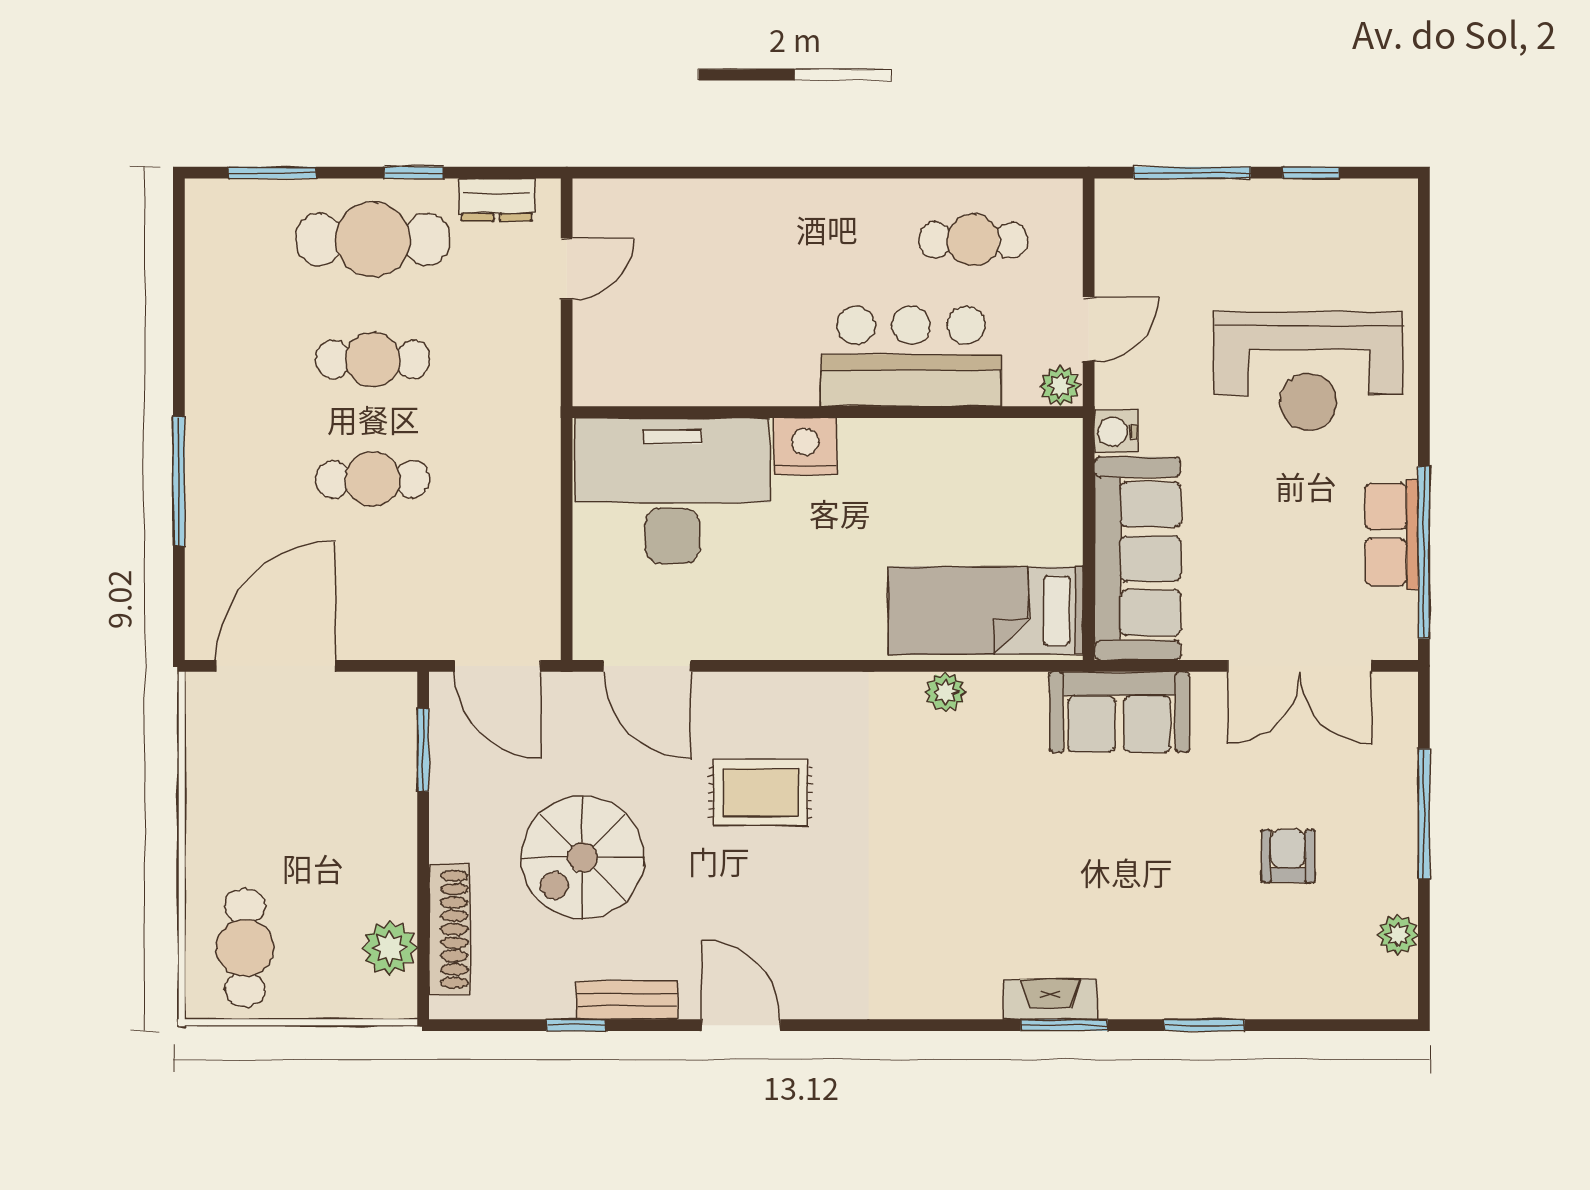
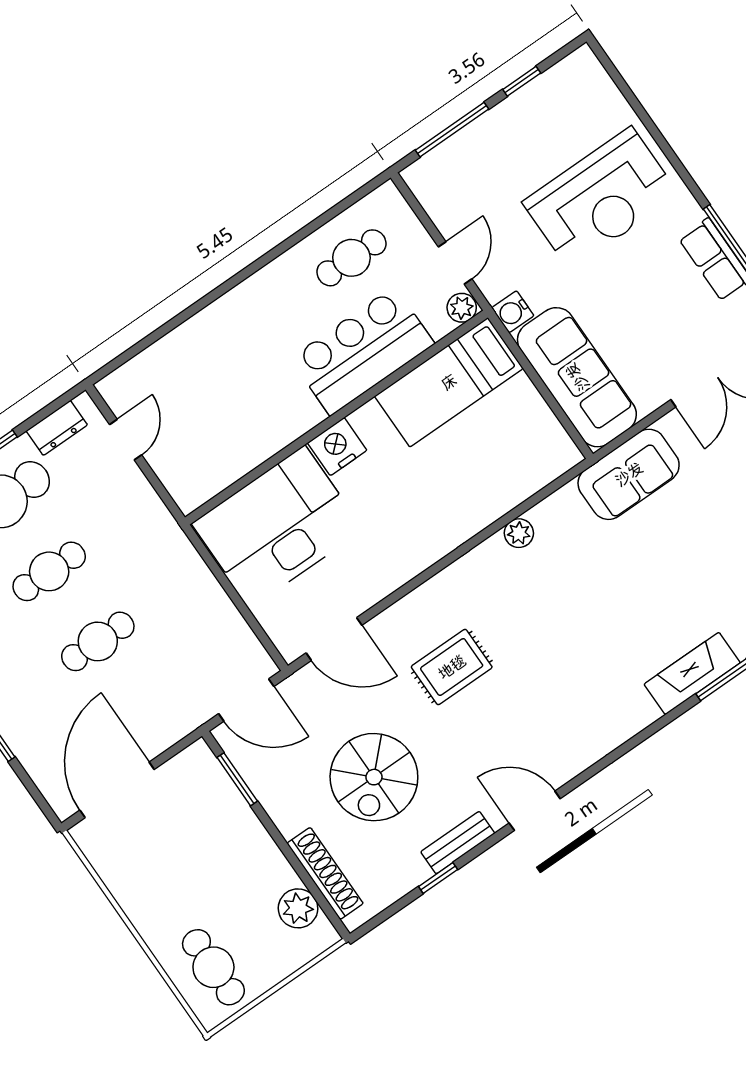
bed: (986, 611) -> (449, 382), moved
fireplace: (1050, 999) -> (692, 673), width x1.37, depth x1.32

